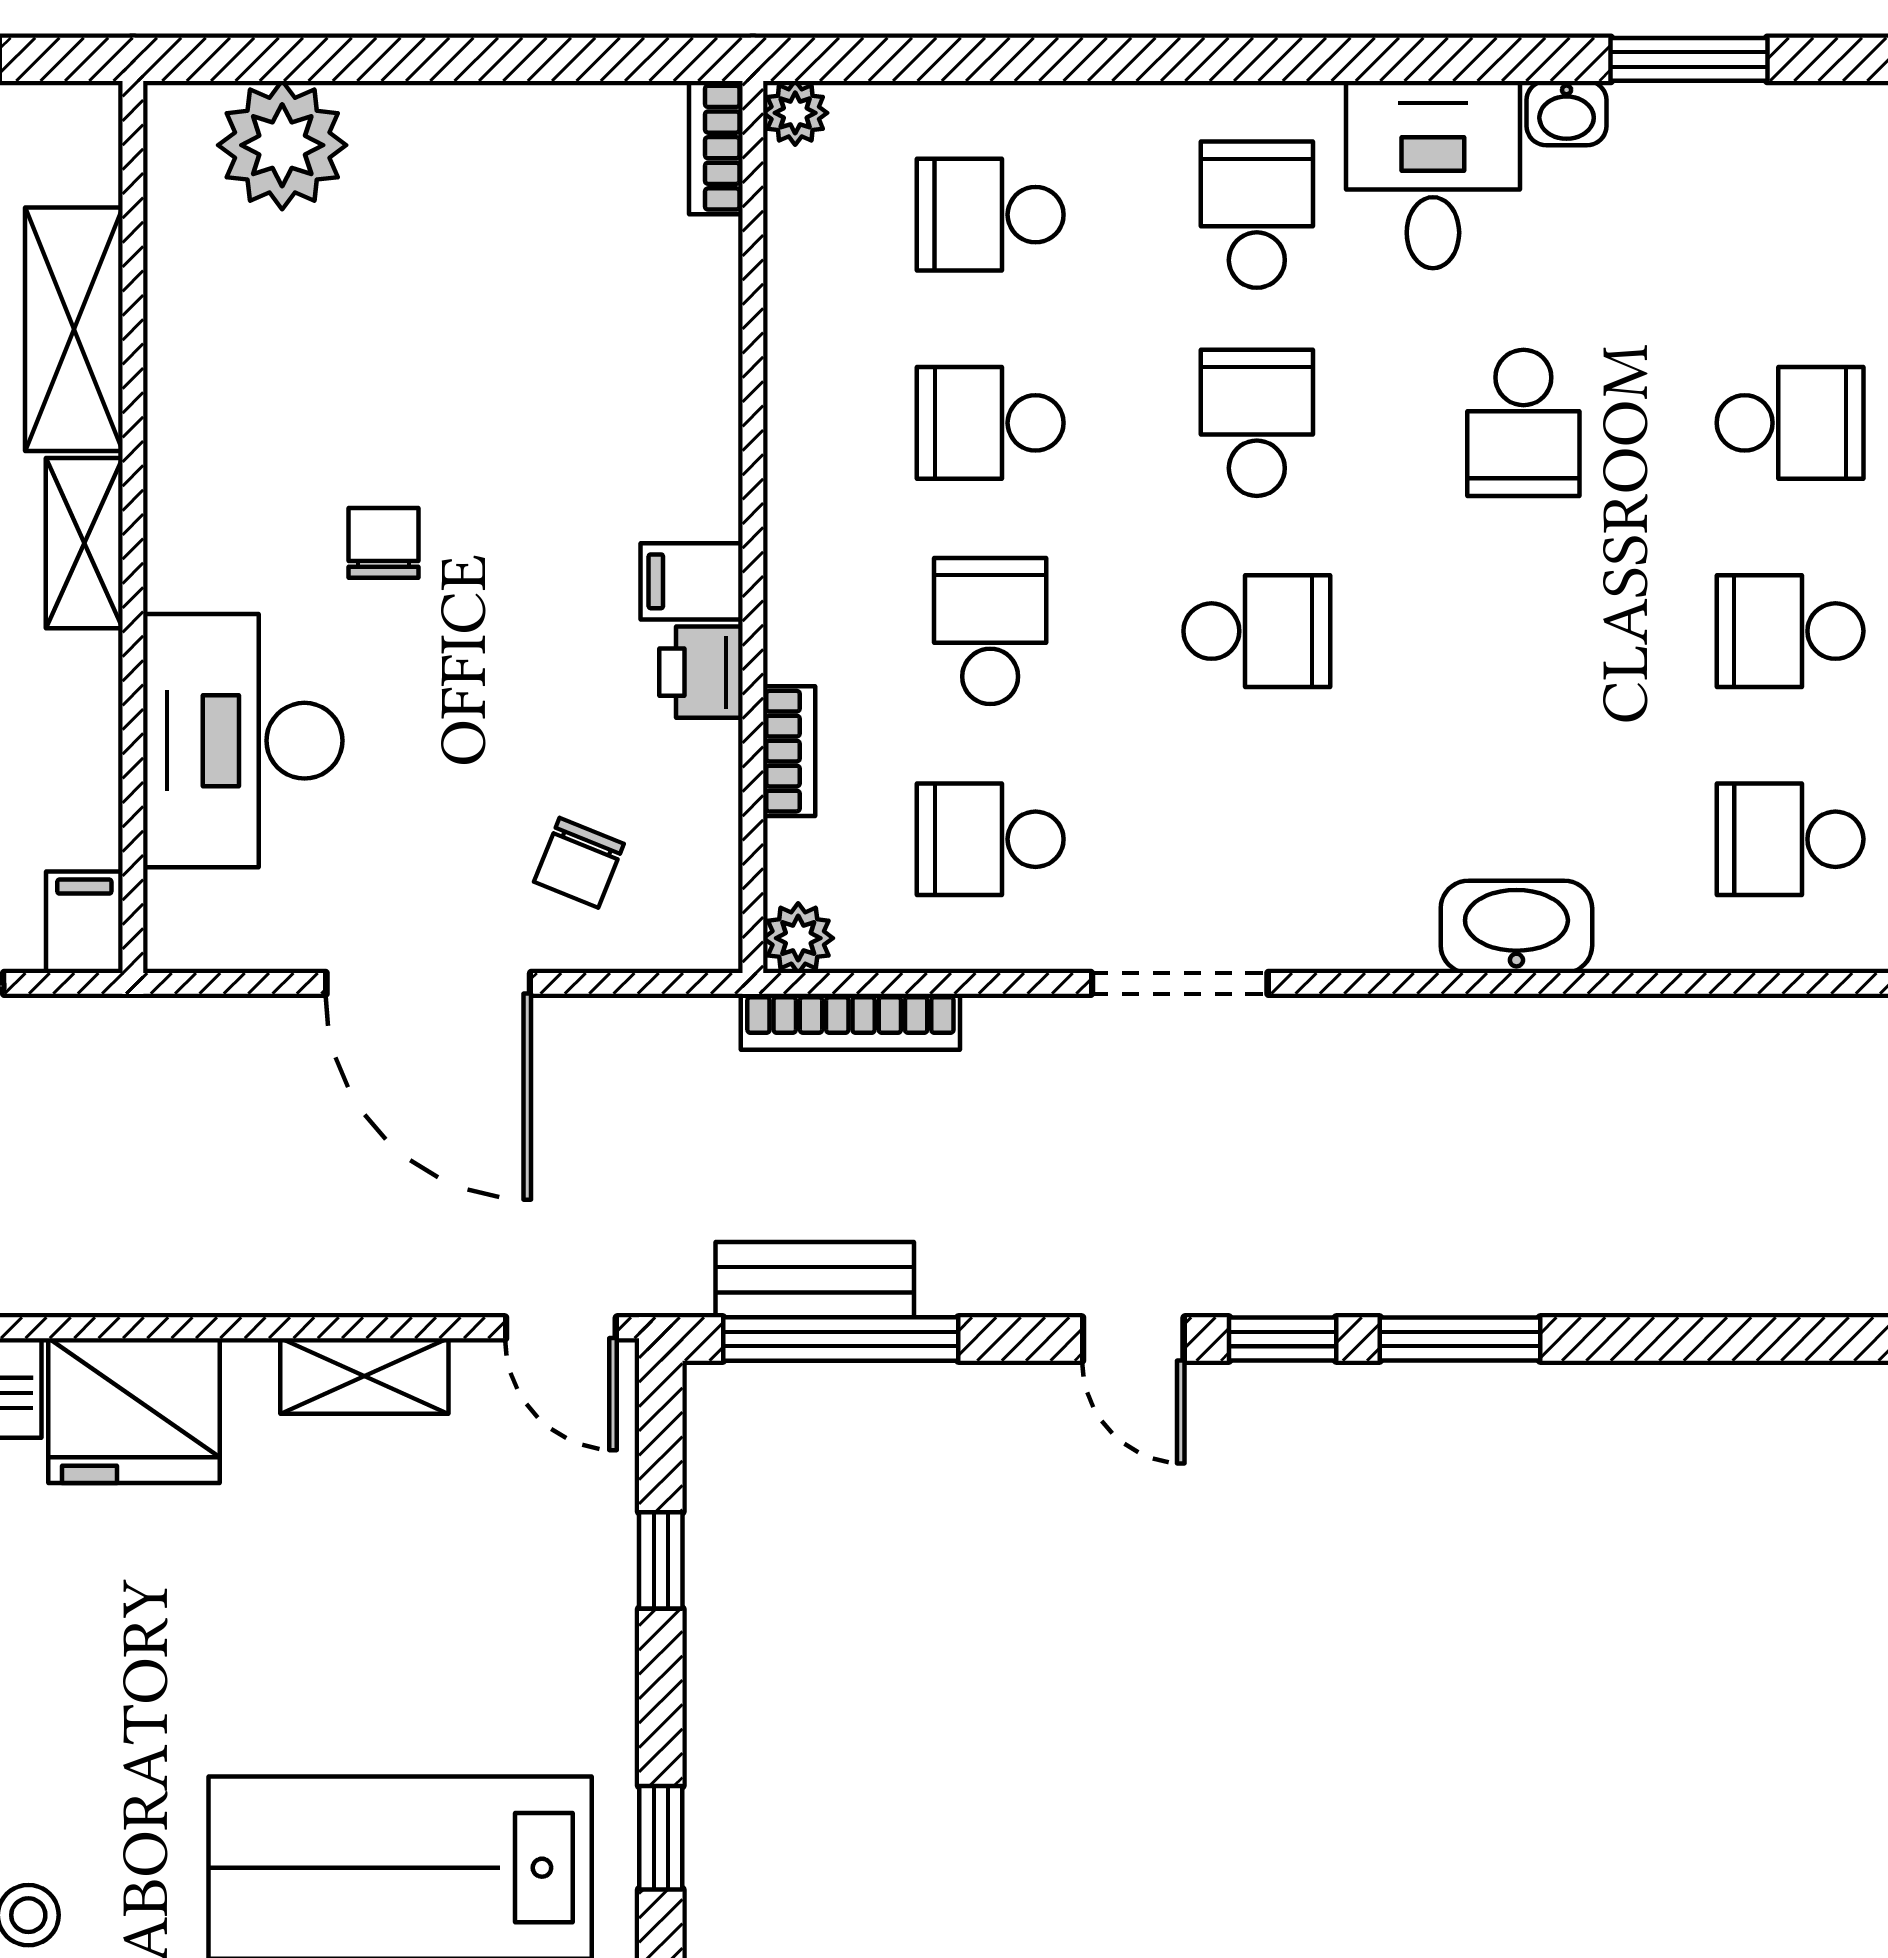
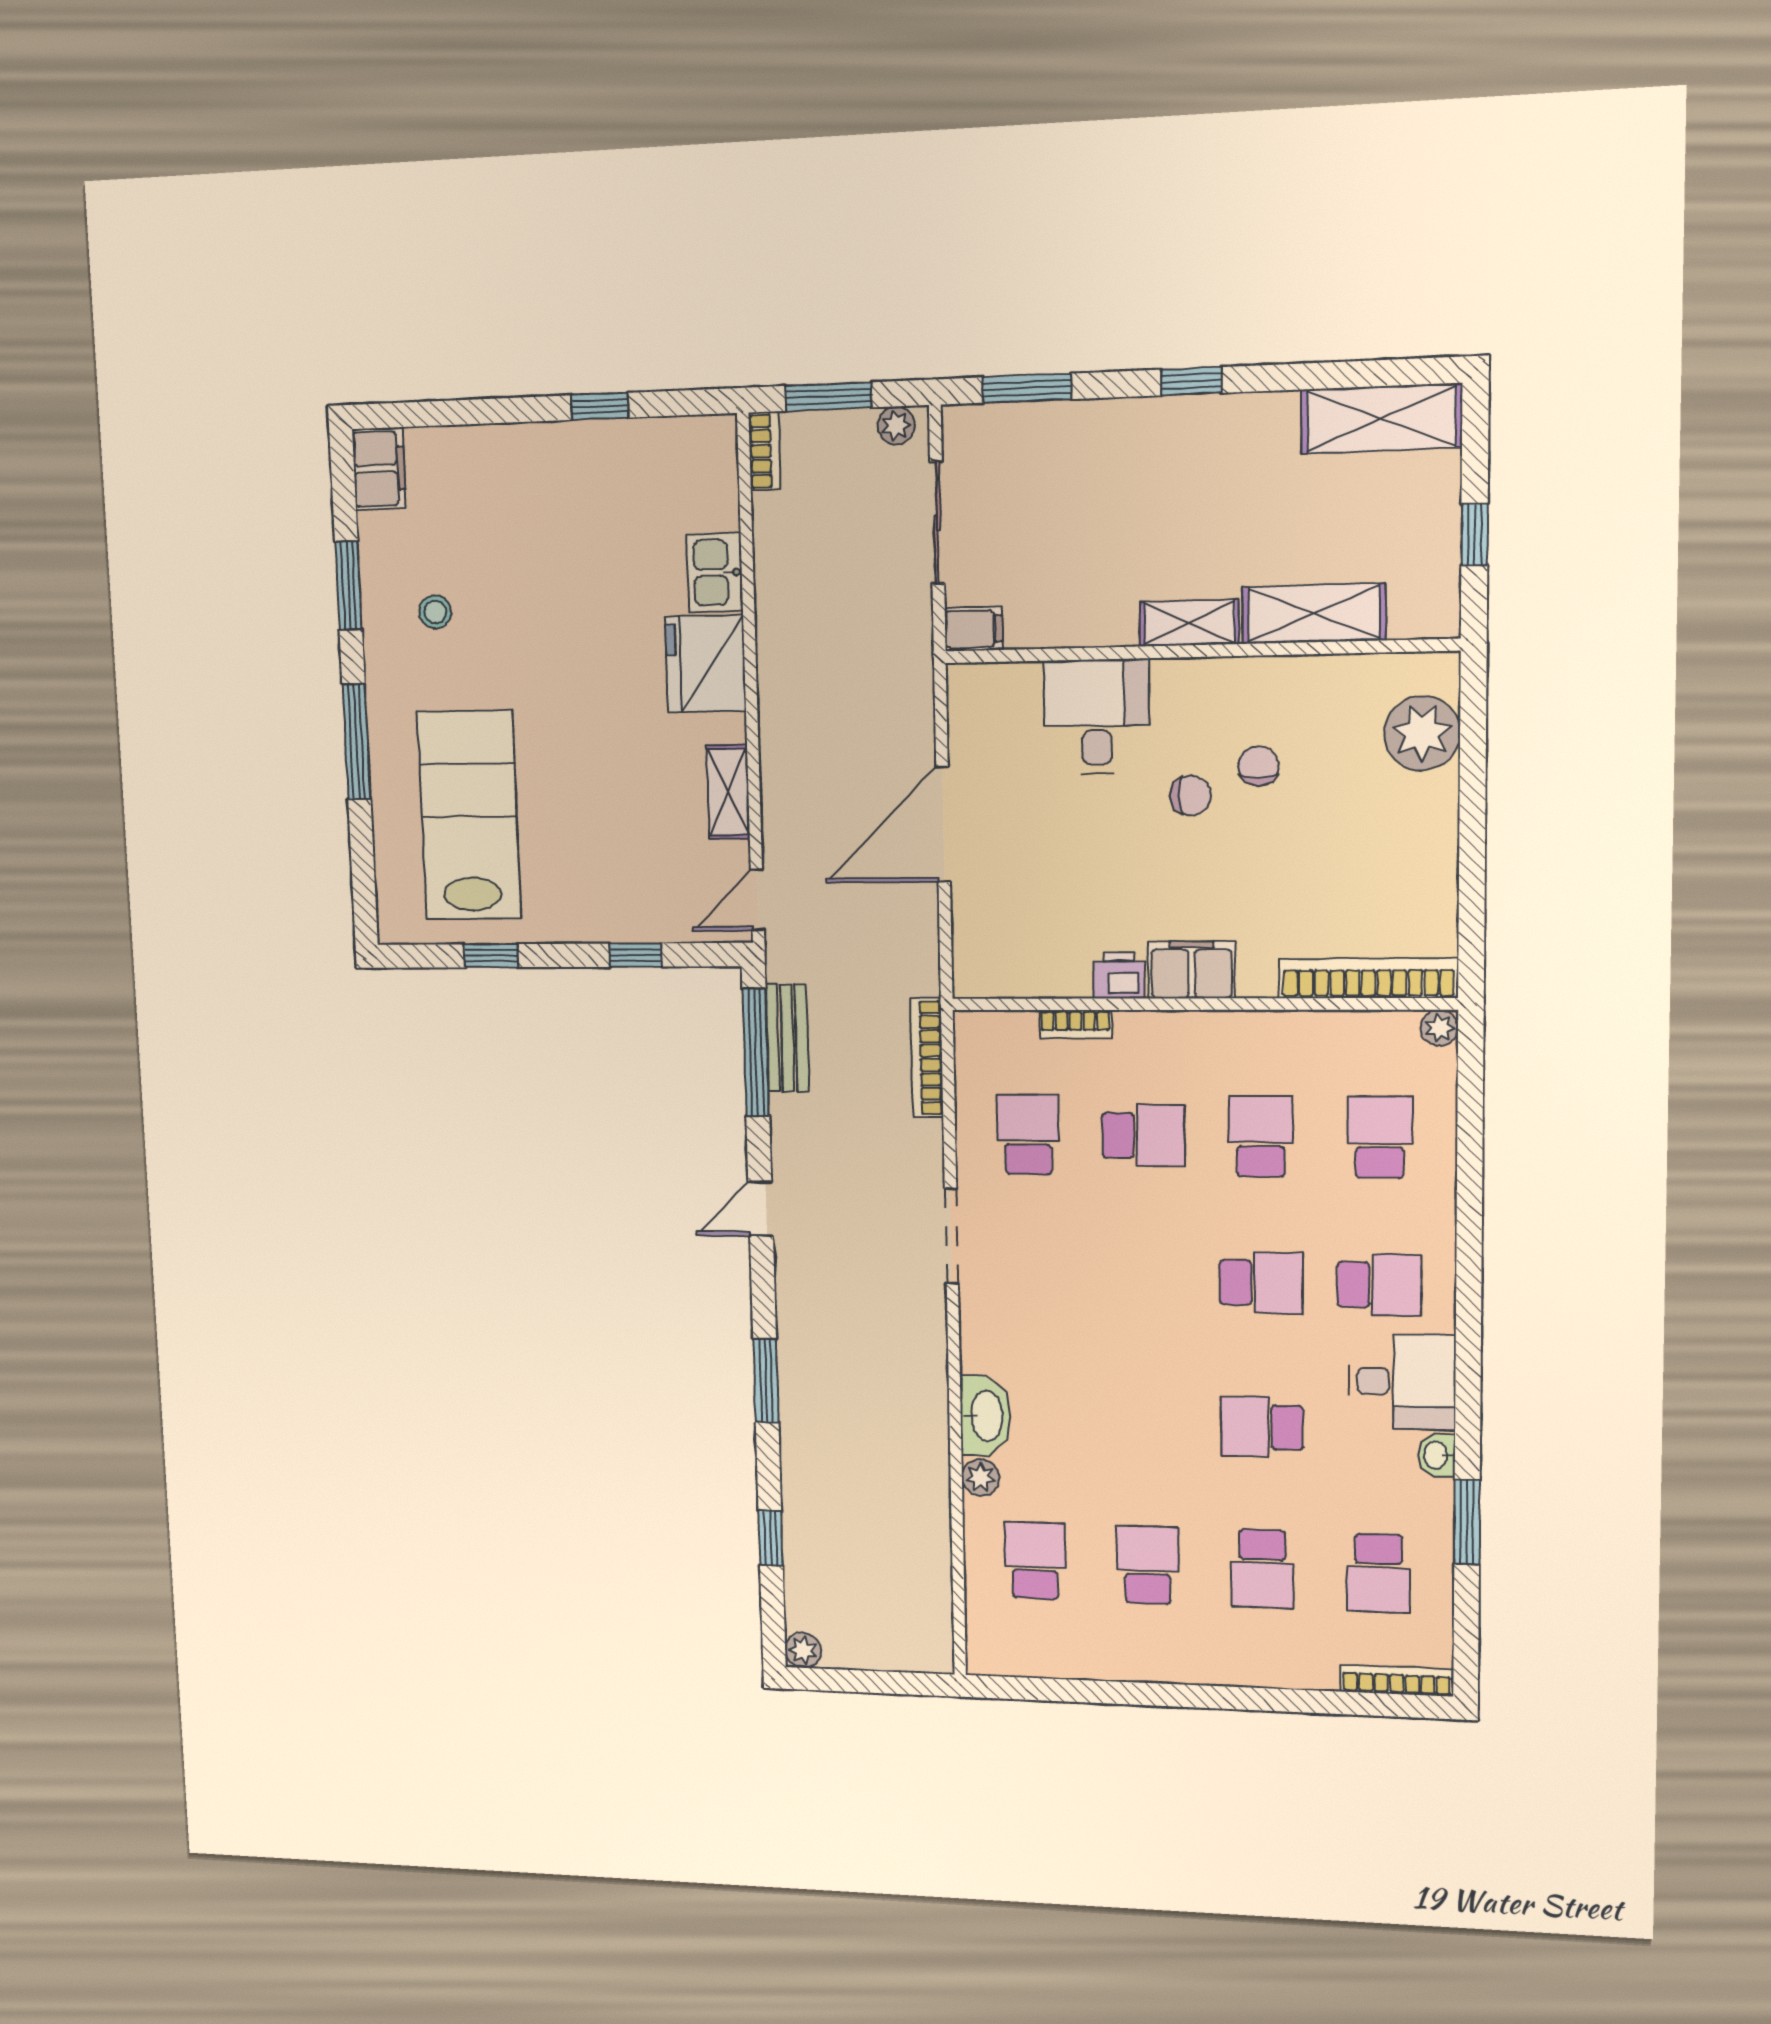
bookcase: (716, 148) -> (1368, 978), width x2.31, depth x1.31
filing cabinet: (692, 581) -> (1192, 970), width x2.00
school desk: (1257, 631) -> (1379, 1573), moved
desk: (243, 741) -> (1097, 717), width x0.73
chair: (579, 863) -> (1259, 766), moved, turned 68
plant: (798, 938) -> (980, 1477), moved
window: (1283, 1339) -> (771, 1538), moved

